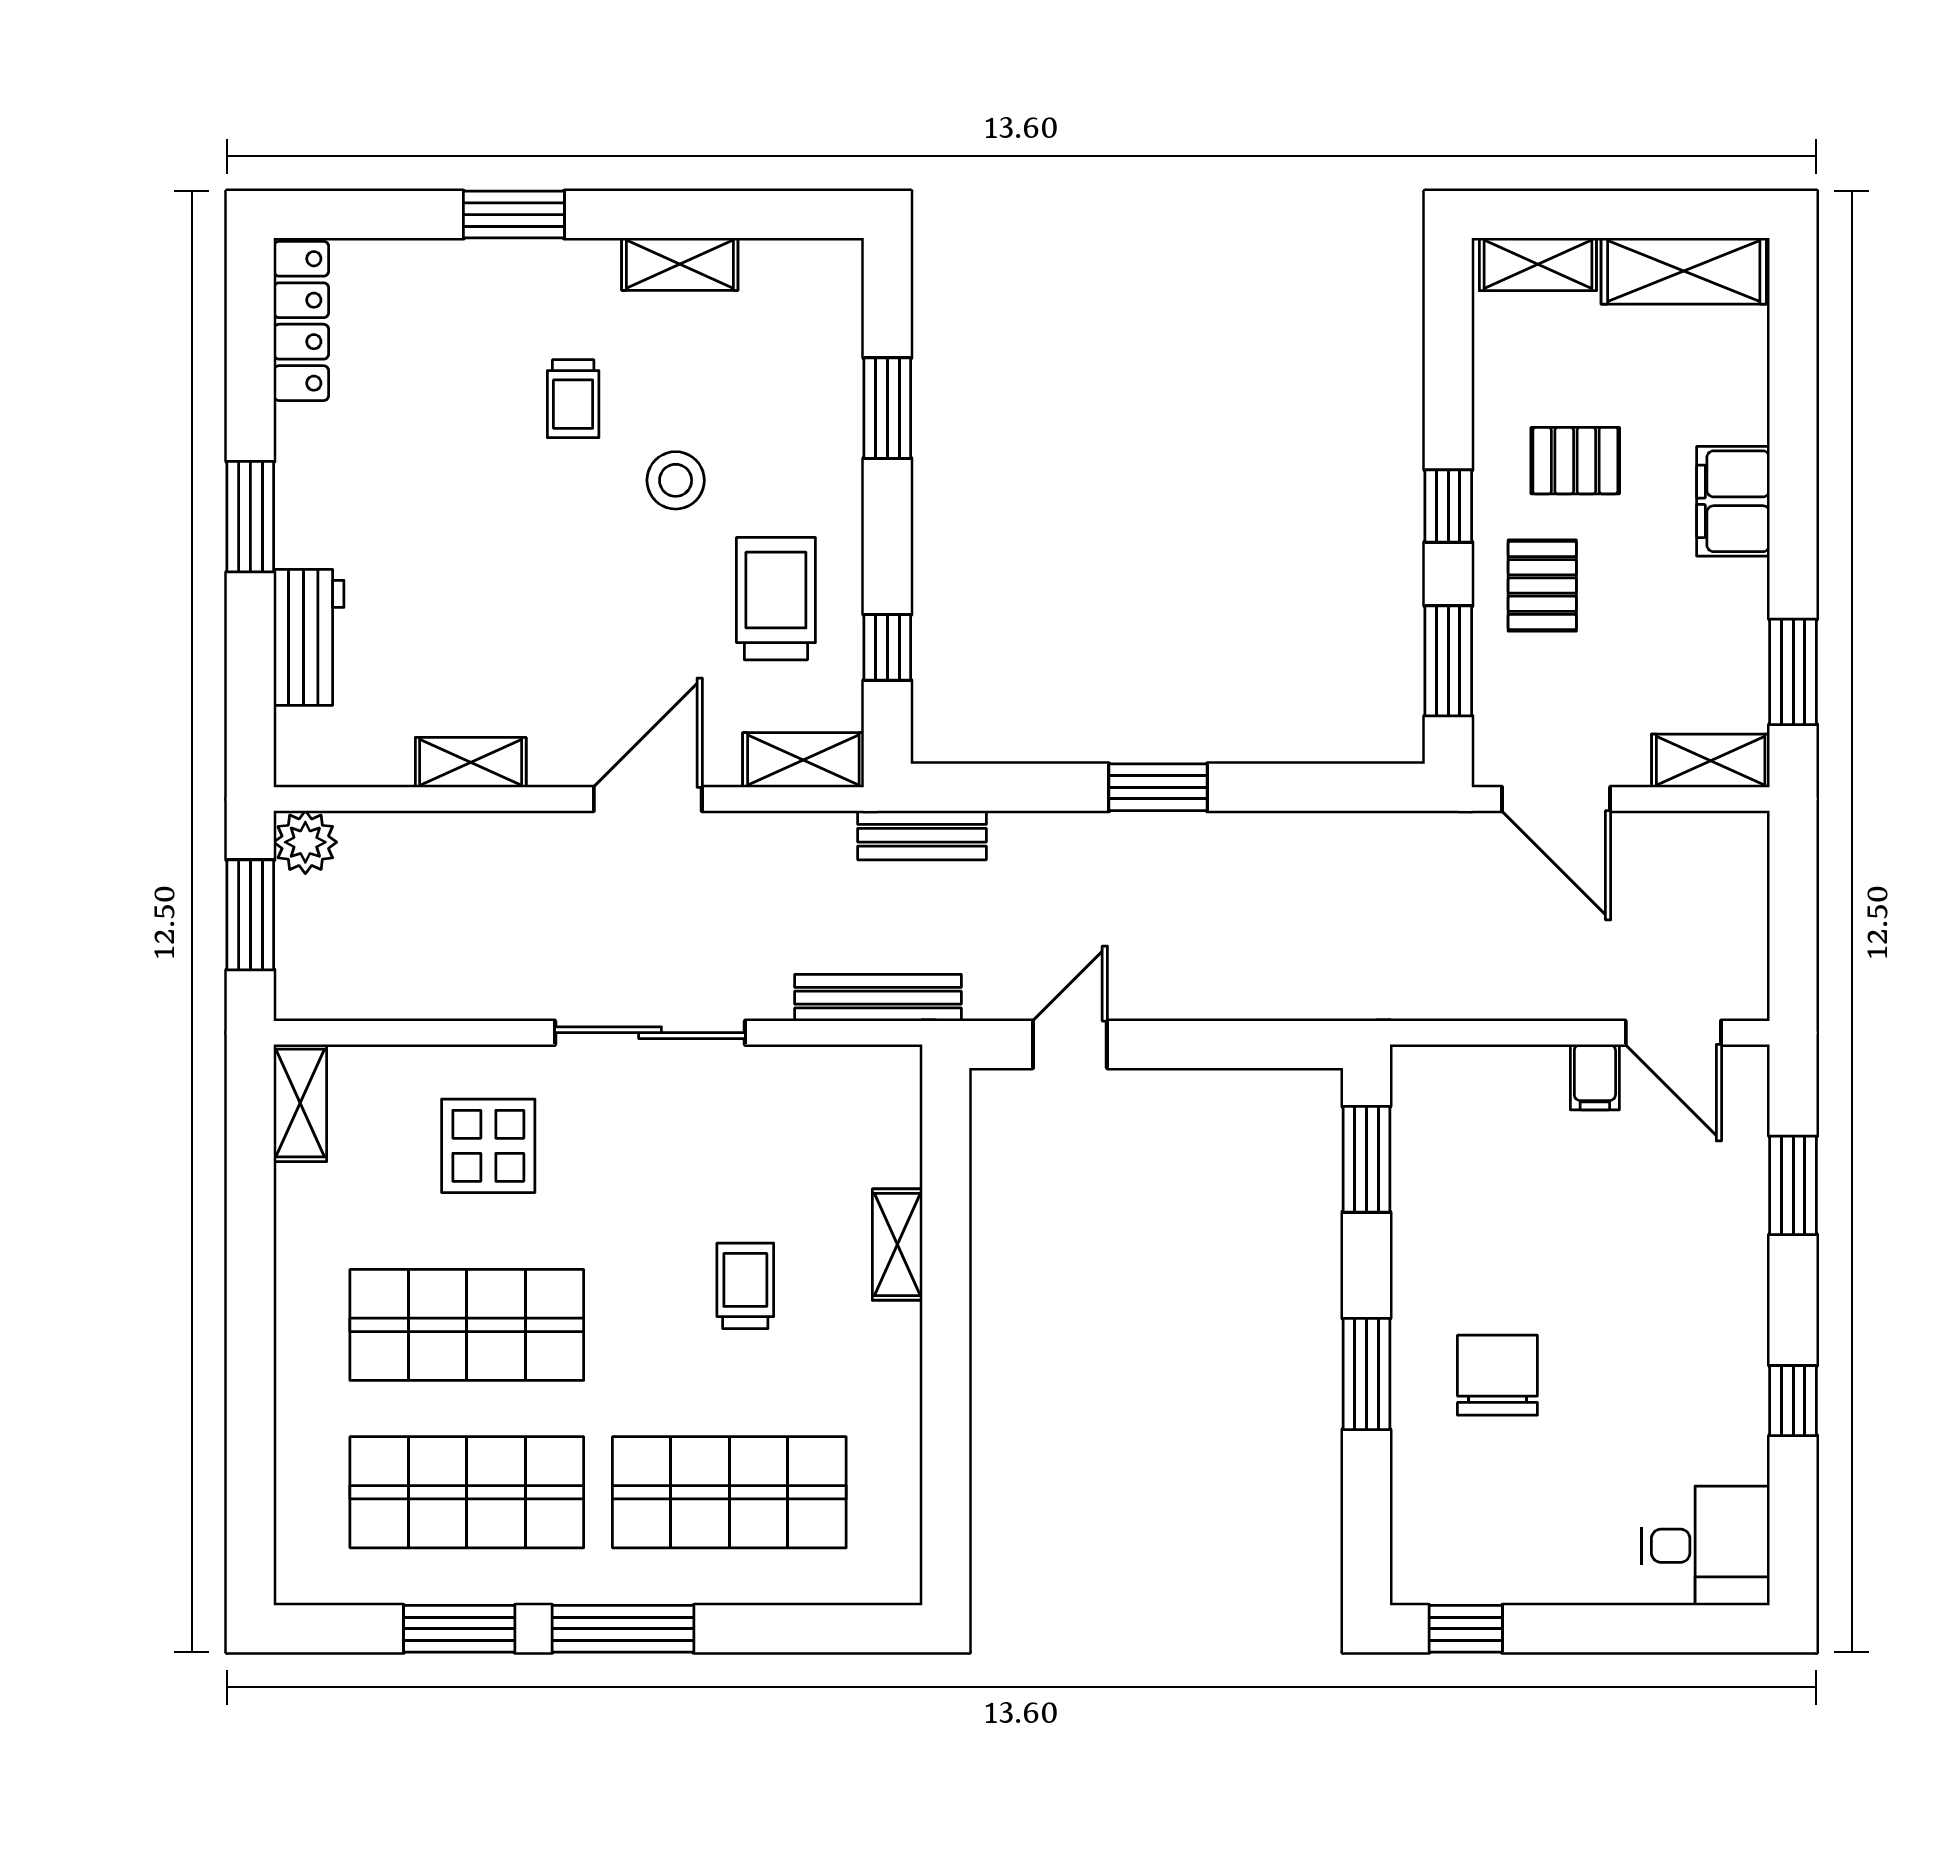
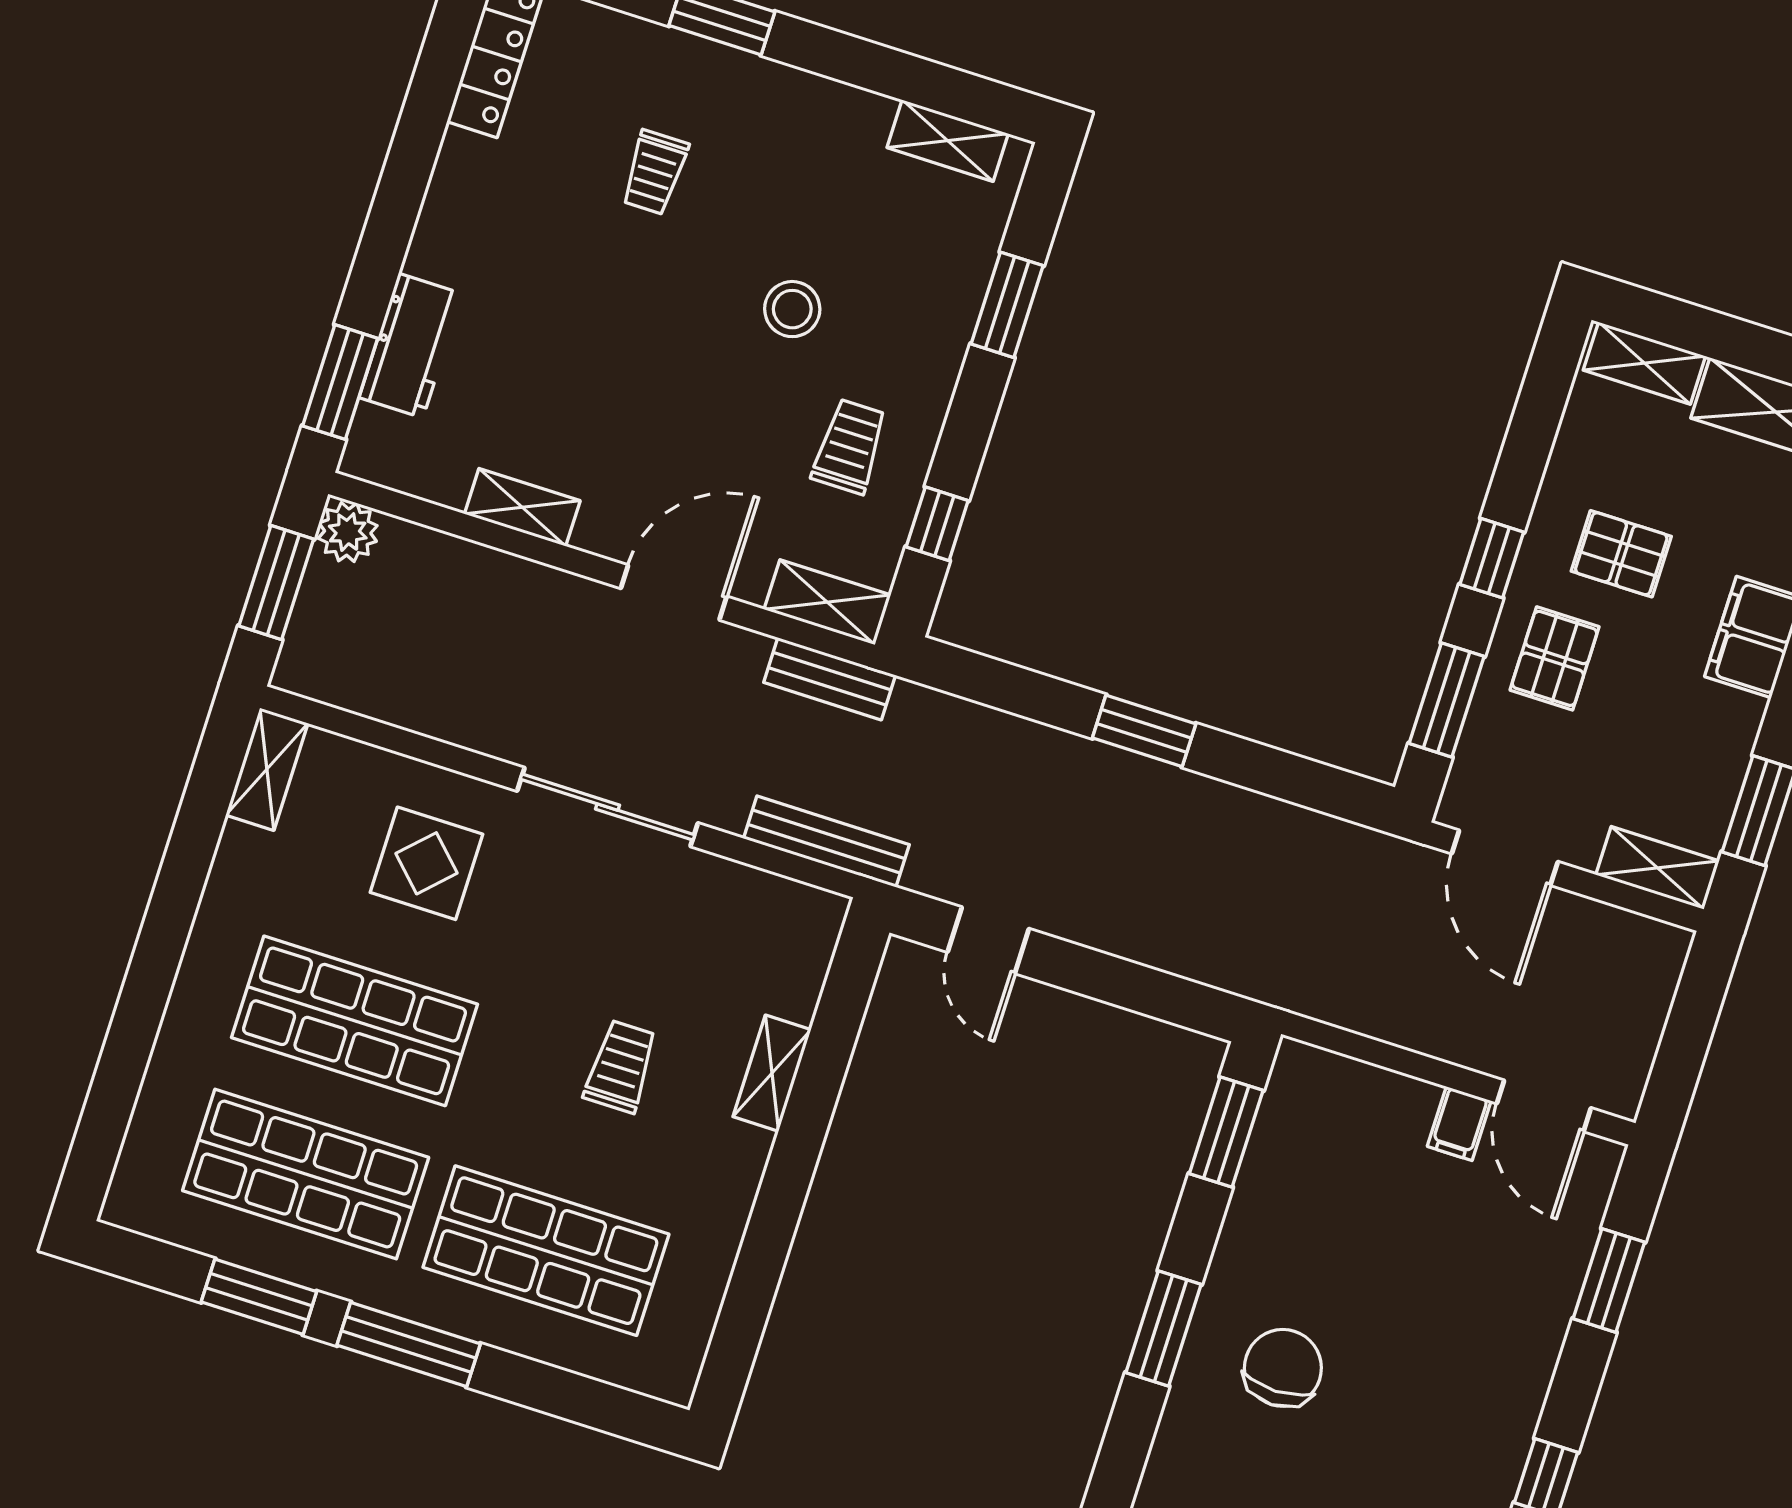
shelving: (680, 264) -> (948, 141), moved
trolley: (573, 399) -> (655, 172), moved
window: (250, 517) -> (340, 382), moved
trolley: (776, 599) -> (850, 447), width x0.73, depth x0.72
bench: (922, 835) -> (830, 679), moved
door: (1070, 1044) -> (988, 940), swing flipped

